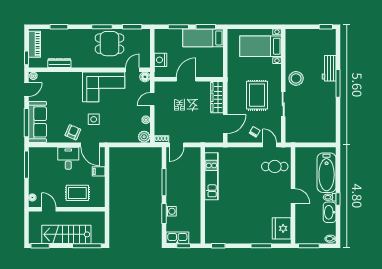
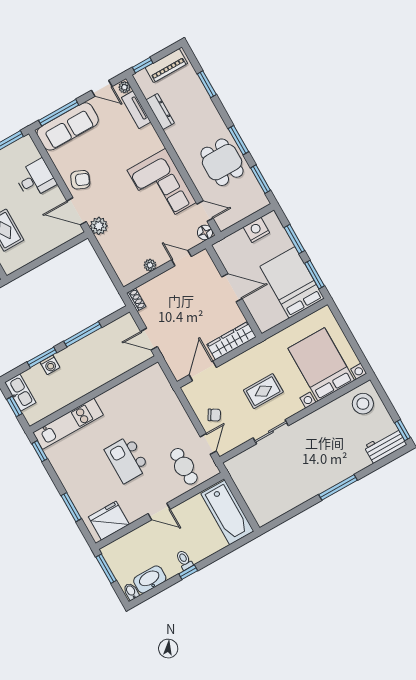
bed: (203, 38) -> (292, 282), width x1.50
bed with nightstands: (261, 46) -> (321, 364), width x1.36
nightstand: (160, 60) -> (256, 230), moved
workbench: (329, 68) -> (385, 446), moved
tv unit: (50, 76) -> (136, 110), added
stool: (296, 78) -> (363, 404), moved
rug: (257, 95) -> (263, 391), width x0.73, depth x0.70
side table: (94, 119) -> (112, 197), removed
door: (225, 124) -> (203, 371), swing flipped
plant: (144, 137) -> (99, 226), moved
door: (90, 145) -> (77, 211), hinge flipped
door: (176, 145) -> (149, 339), moved
desk: (68, 158) -> (35, 179), moved
filing cabinet: (99, 171) -> (49, 242), removed
bathtub: (327, 173) -> (227, 512), moved, turned -90
kitchen unit: (211, 176) -> (68, 424), moved
door: (293, 196) -> (159, 511), hinge flipped
kitchen island: (252, 198) -> (127, 459), added
washbasin: (330, 212) -> (150, 579), moved

